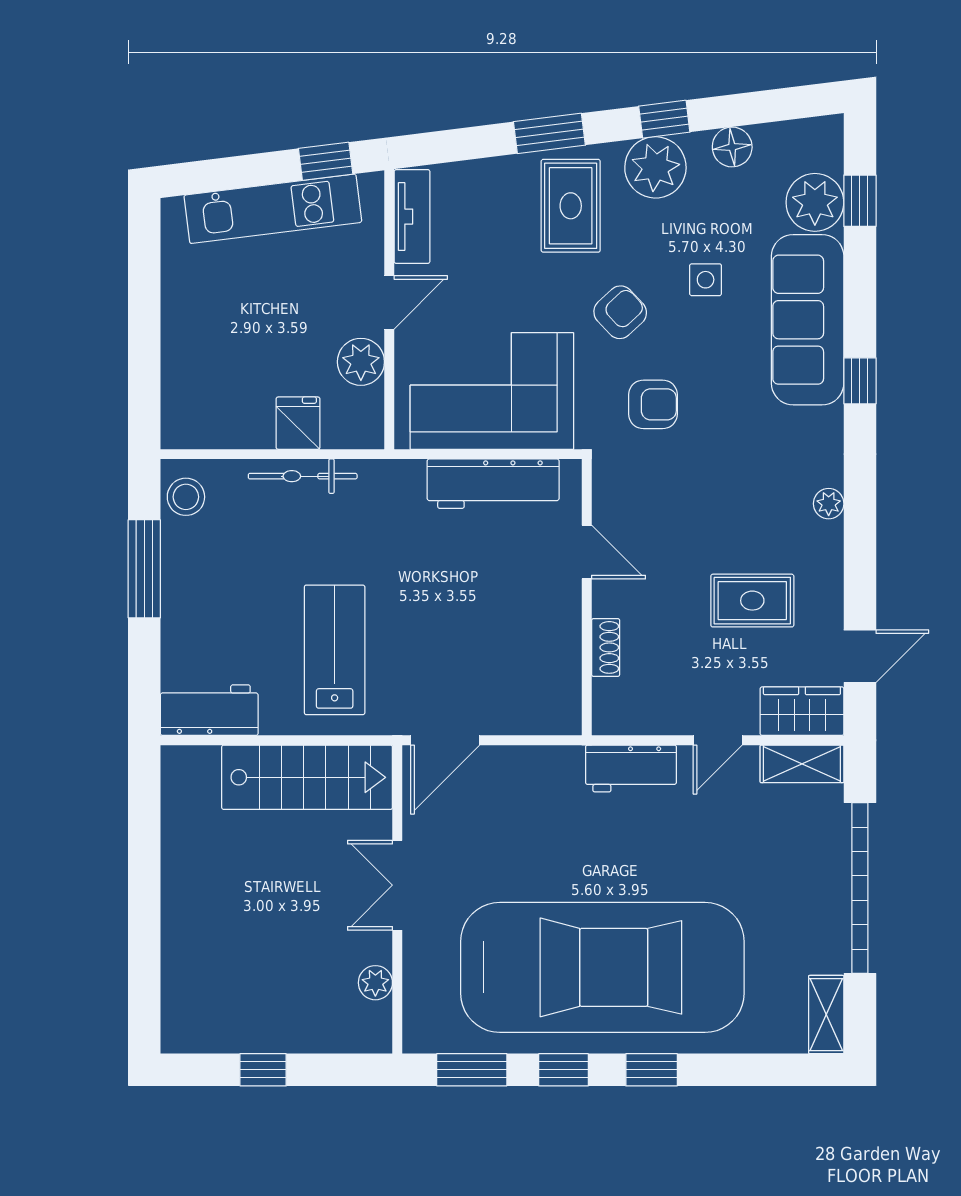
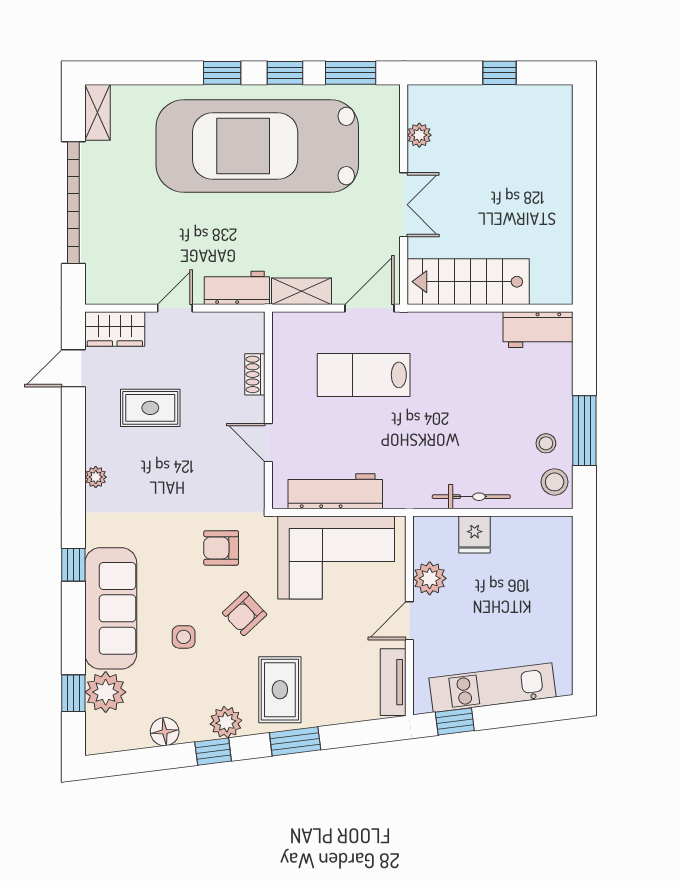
plant: (655, 167) -> (226, 722), width x0.73, depth x0.73
stool: (198, 551) -> (546, 443), added
lab bench: (335, 650) -> (364, 375), moved, turned 90
shelving: (802, 764) -> (301, 291), moved

